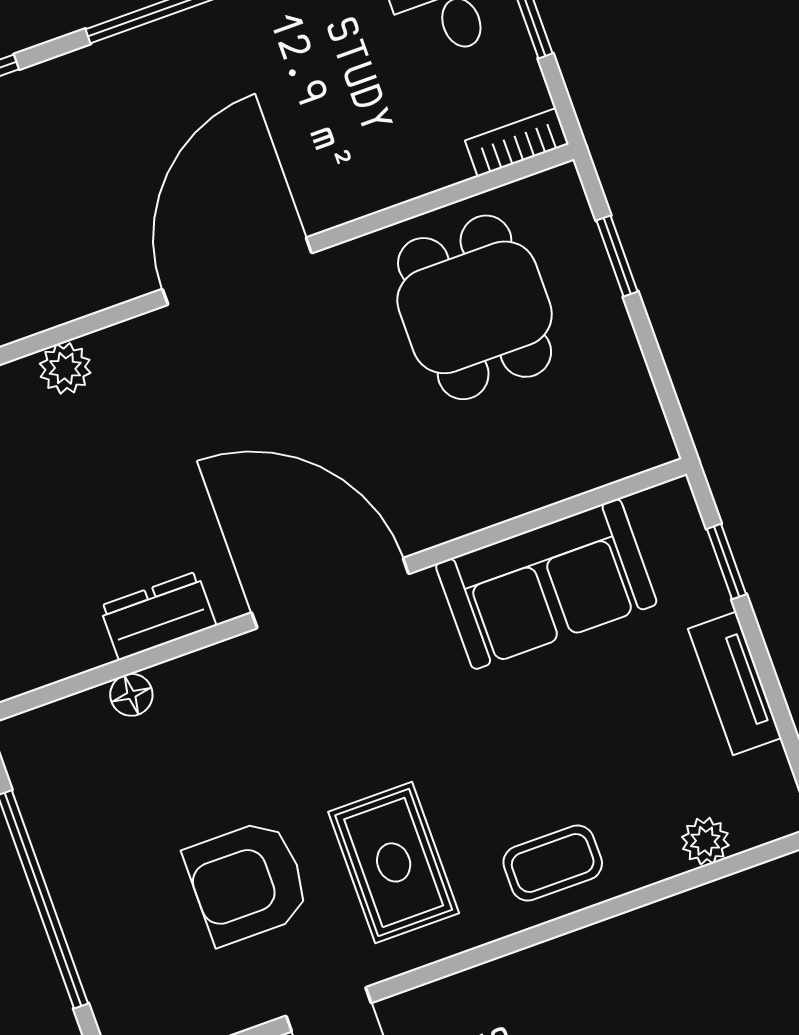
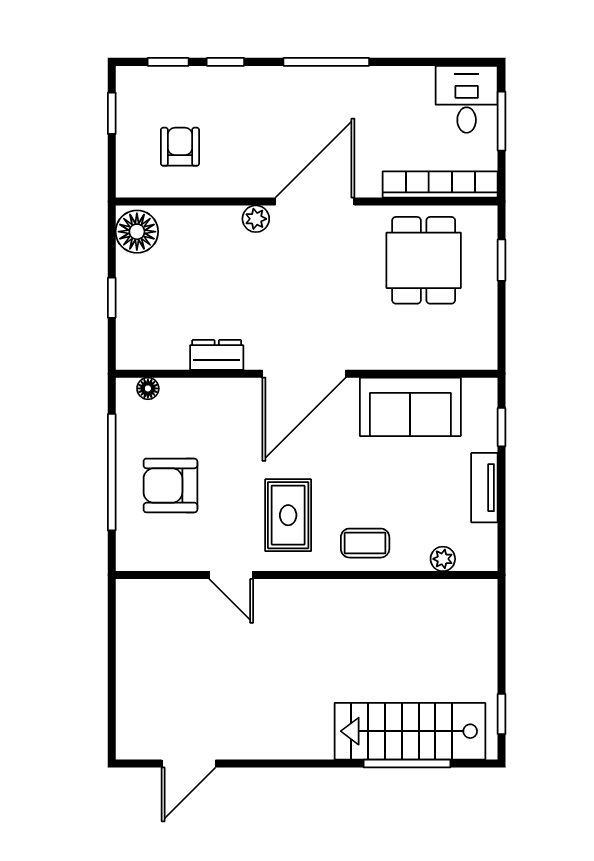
bookcase: (517, 142) -> (440, 185), width x2.31, depth x1.31
plant: (65, 368) -> (256, 219), moved
door: (330, 593) -> (304, 374), swing flipped
floor lamp: (131, 695) -> (148, 388), moved
armchair: (248, 882) -> (170, 485), moved

